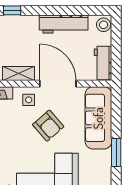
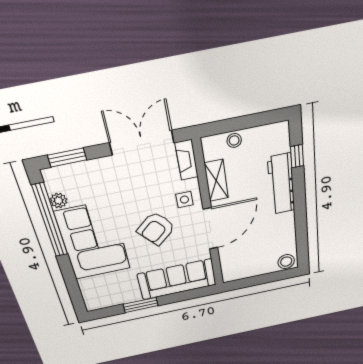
workbench: (64, 24) -> (281, 184), moved
workbench: (103, 63) -> (242, 270), removed

